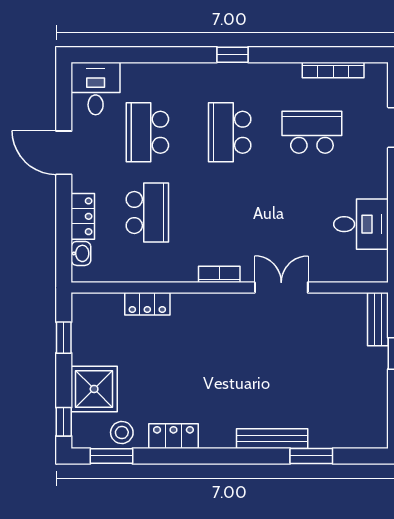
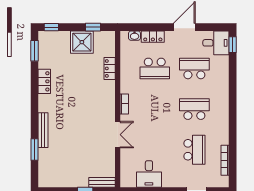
window: (232, 55) -> (233, 45), moved
shower: (94, 389) -> (82, 42), moved
stool: (122, 432) -> (46, 56), removed

